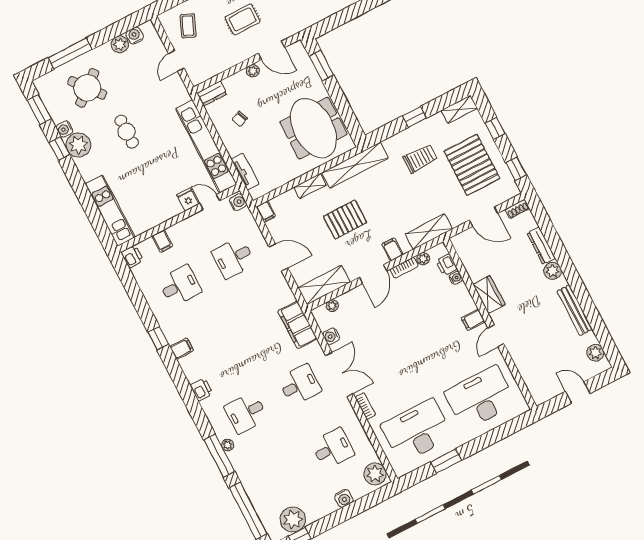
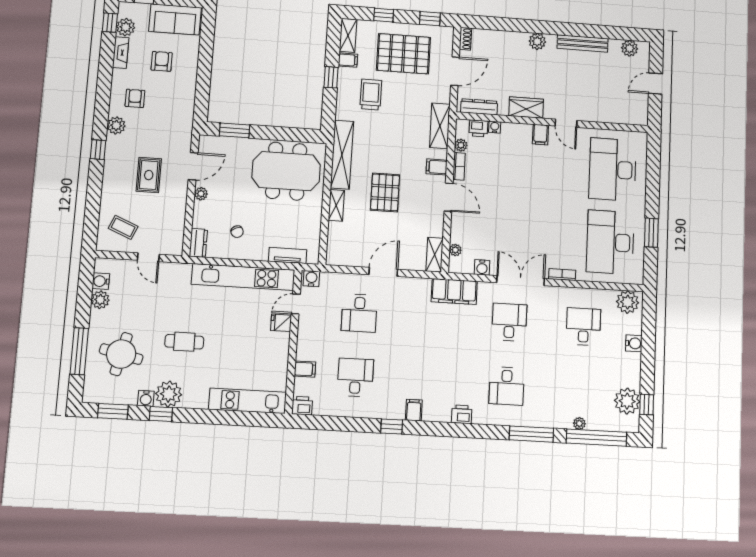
round table: (87, 88) -> (121, 354), turned -38
filing cabinet: (266, 212) -> (348, 60), moved
dresser: (541, 246) -> (479, 107), moved, turned 180
shelving: (324, 285) -> (435, 255), width x0.67, depth x0.75
plant: (228, 445) -> (579, 423), moved

